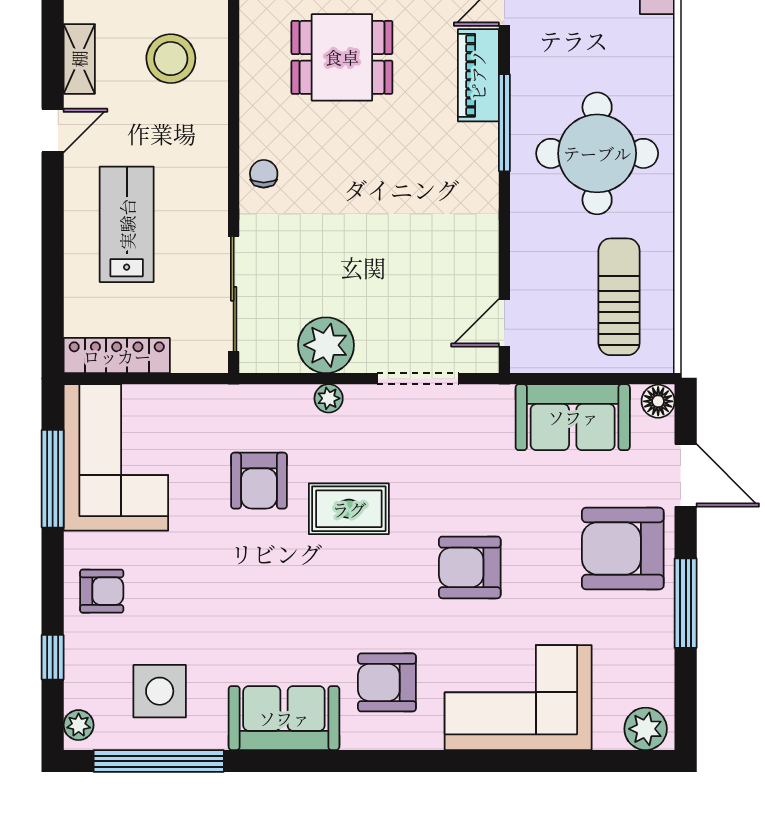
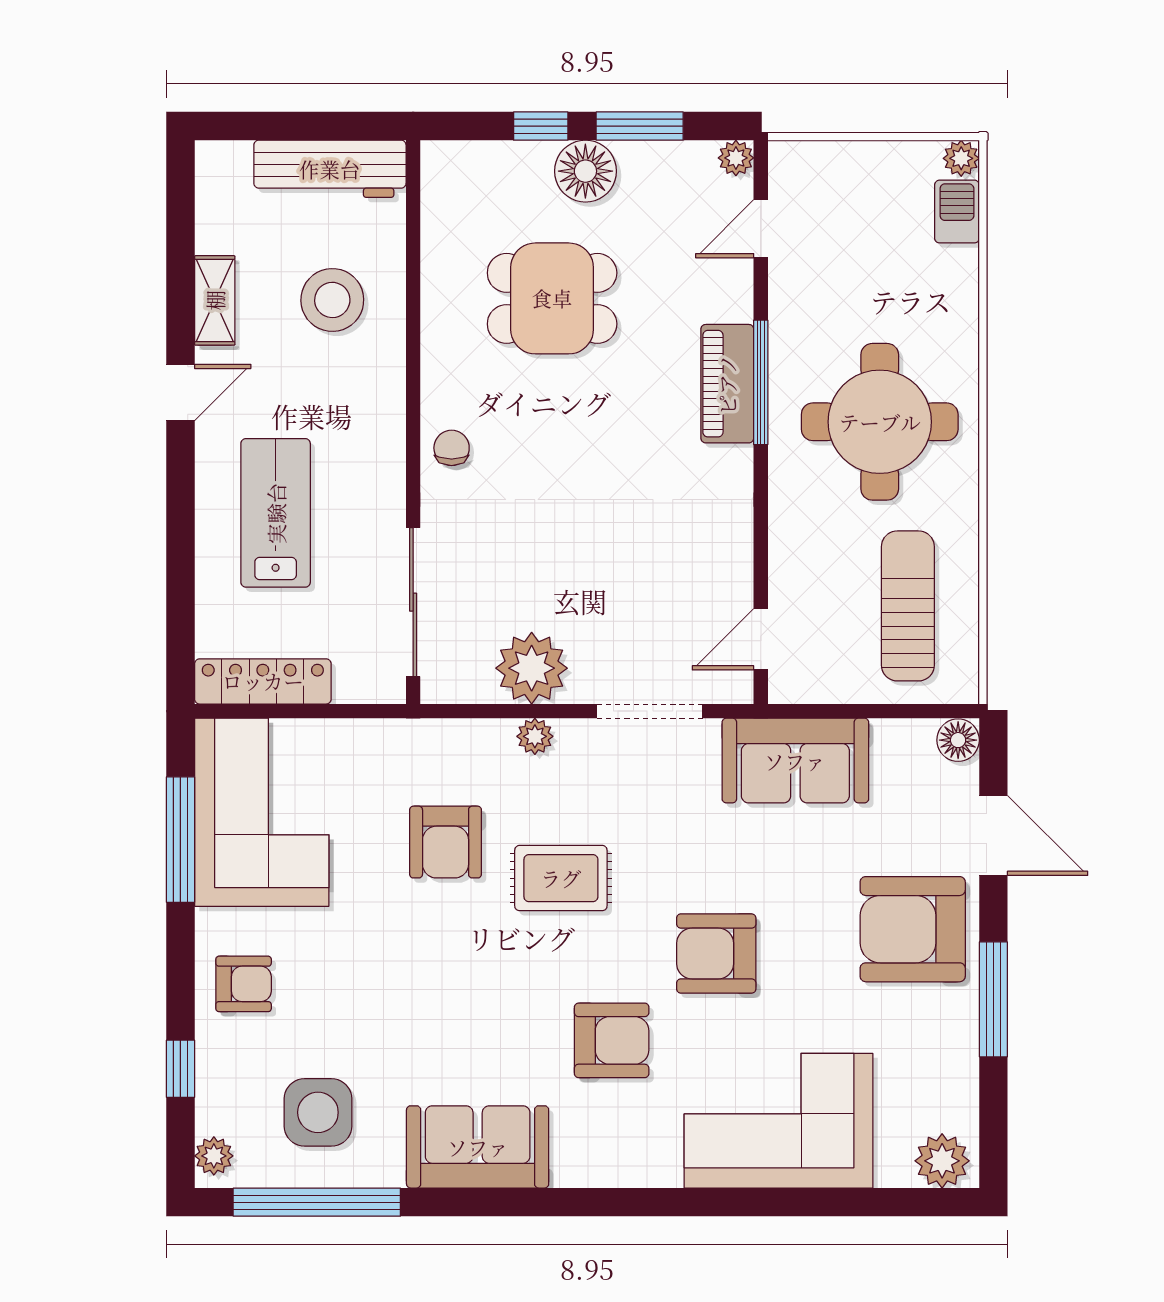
piano: (478, 75) -> (727, 384), moved
sofa: (573, 417) -> (795, 761), moved
armchair: (387, 682) -> (612, 1040), moved, turned 180

